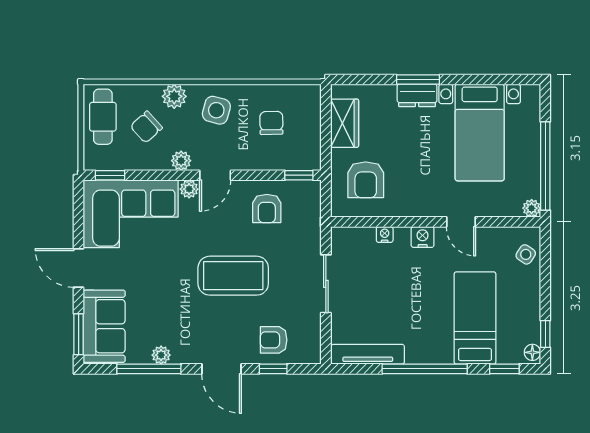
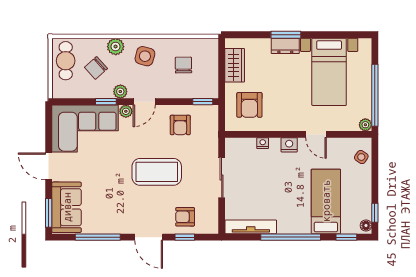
window: (110, 175) -> (106, 102), moved
plant: (161, 355) -> (106, 227), removed

